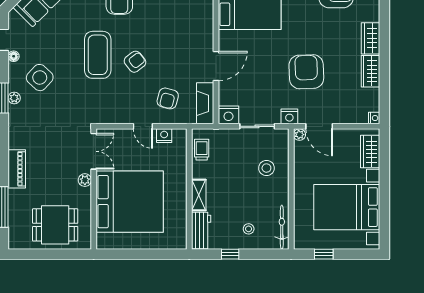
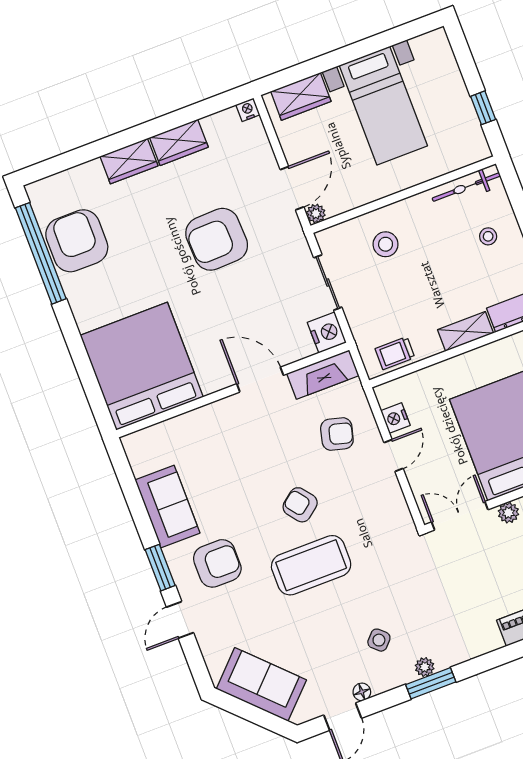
side table: (40, 78) -> (379, 640), width x0.54, depth x0.54
nightstand: (289, 116) -> (294, 239), removed
bed with nightstands: (347, 207) -> (383, 106), width x0.73

